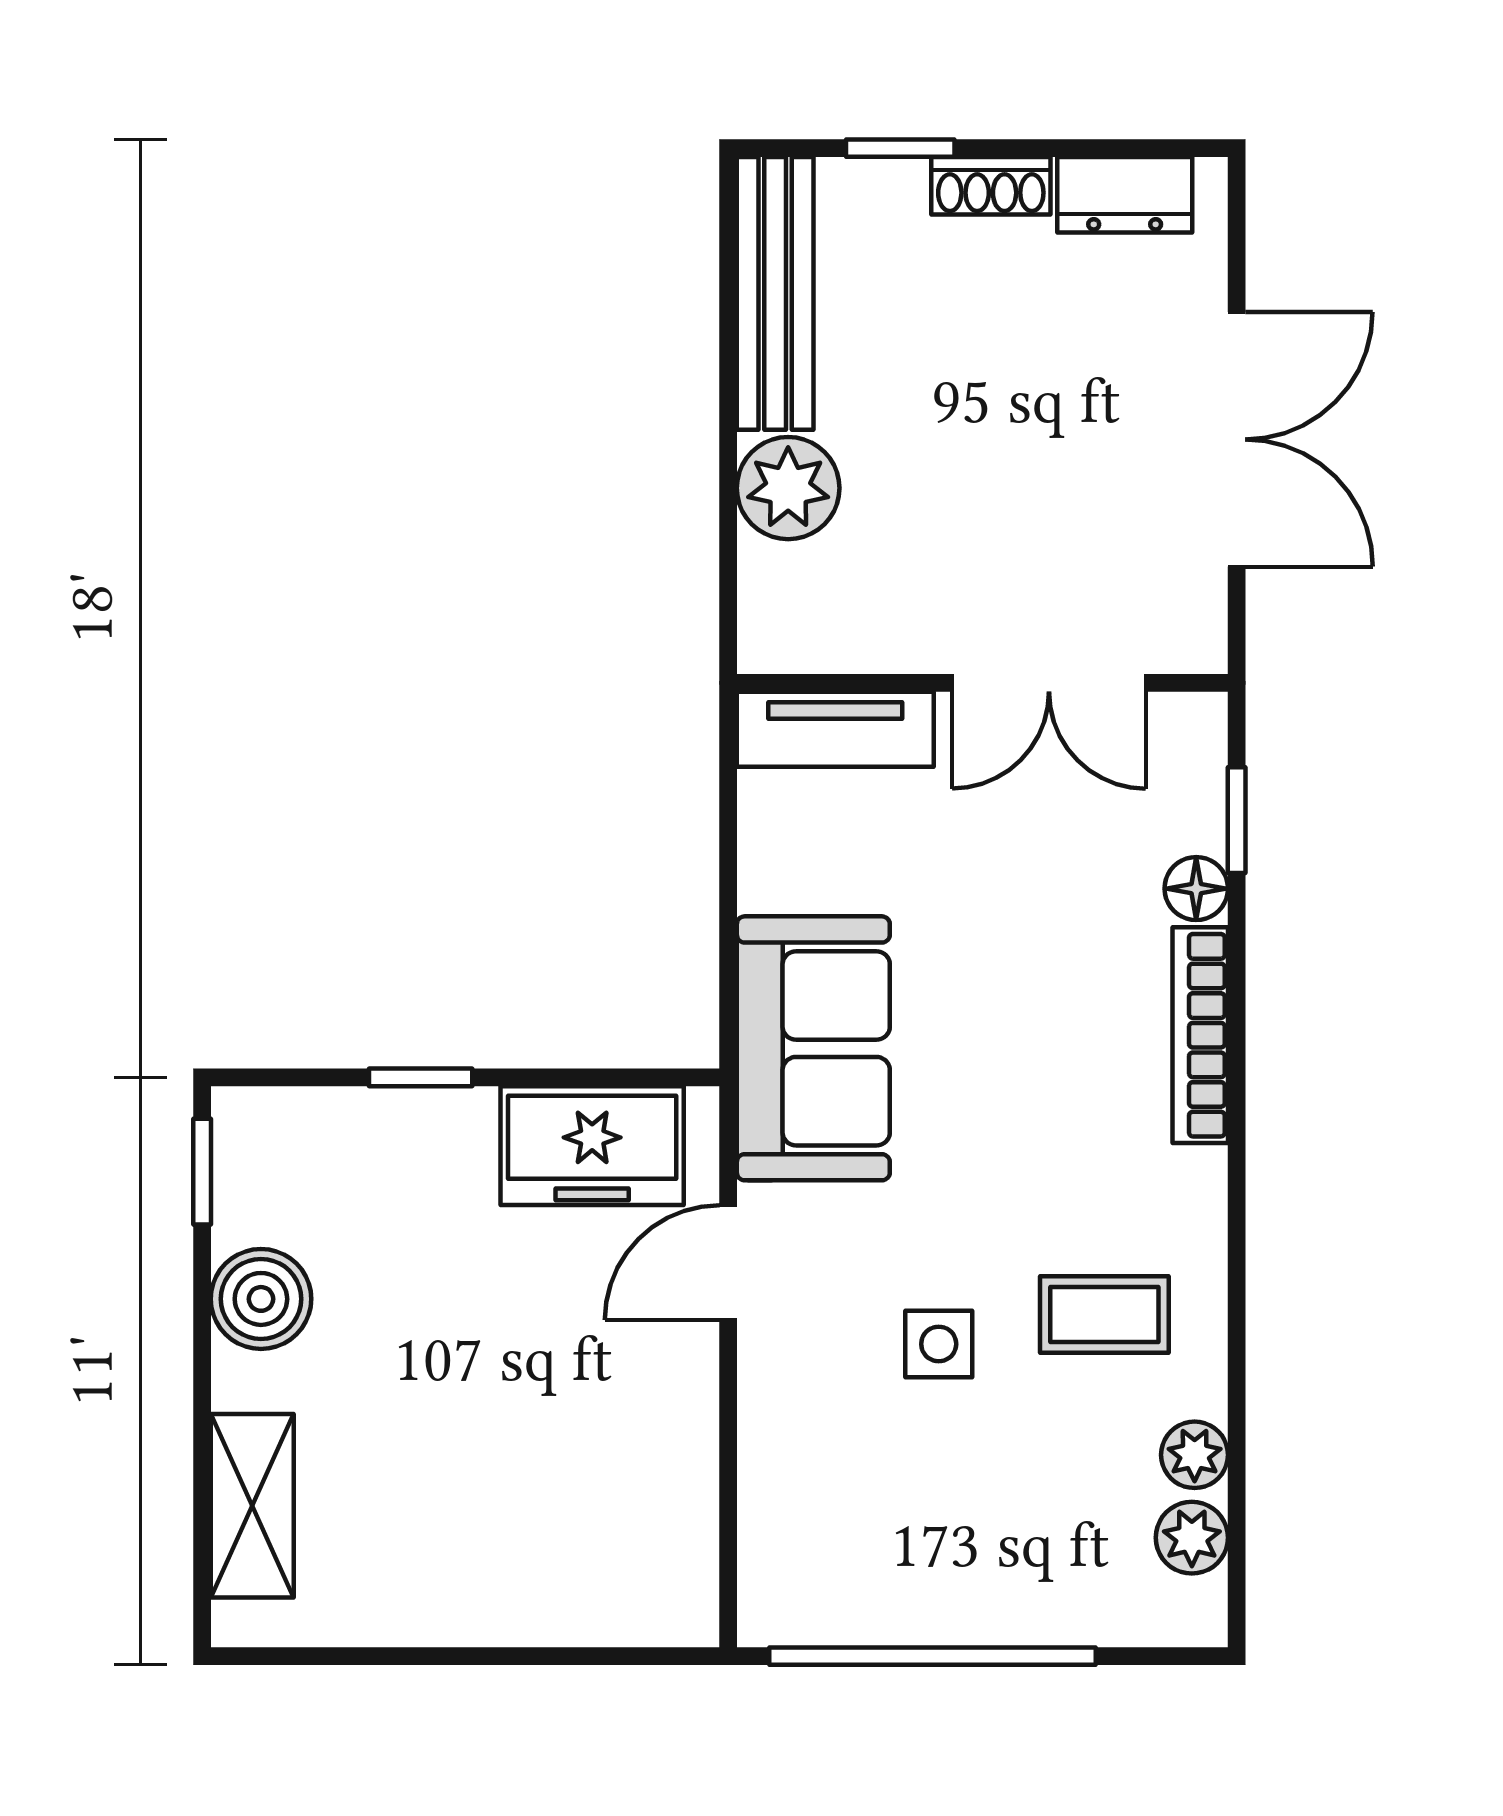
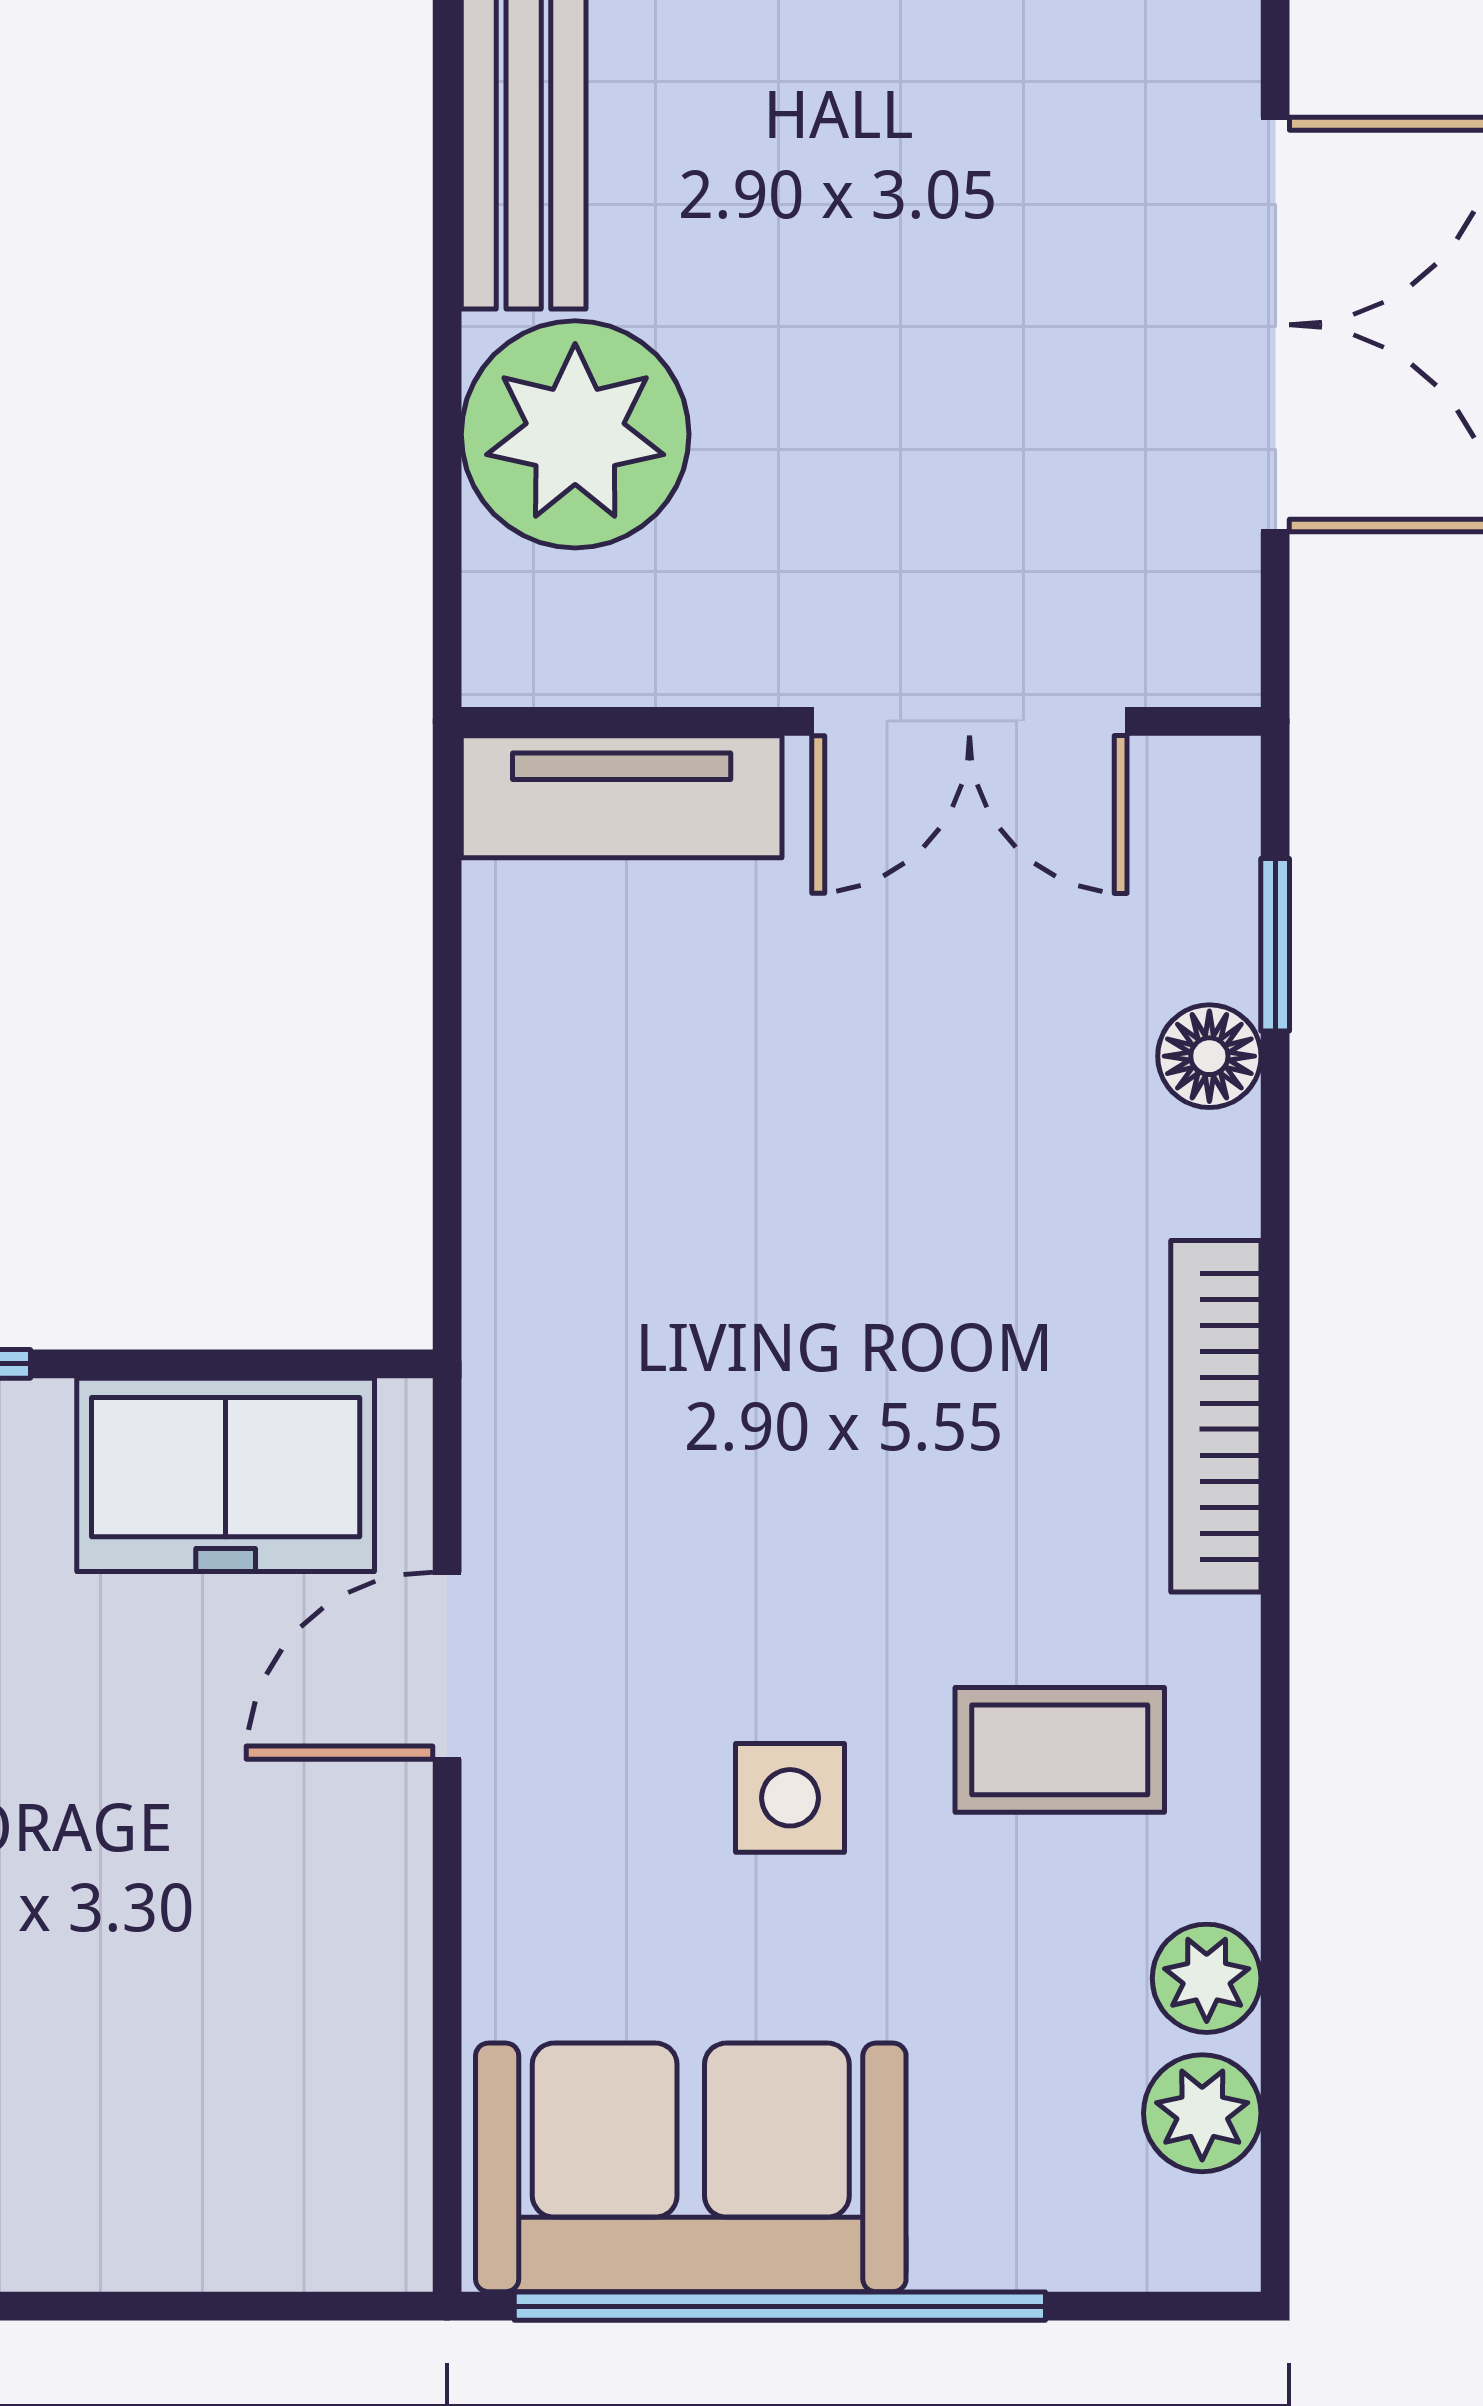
plant: (788, 488) -> (575, 434), width x1.36, depth x1.36
bookcase: (1200, 1035) -> (1216, 1416), moved
sofa: (813, 1048) -> (691, 2167), moved, turned -90

